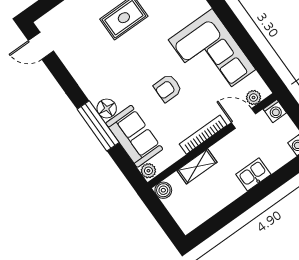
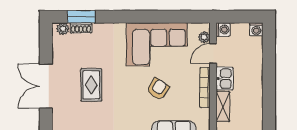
armchair: (168, 88) -> (158, 89), turned -147
kitchen sink: (253, 174) -> (225, 79), moved, turned 180

